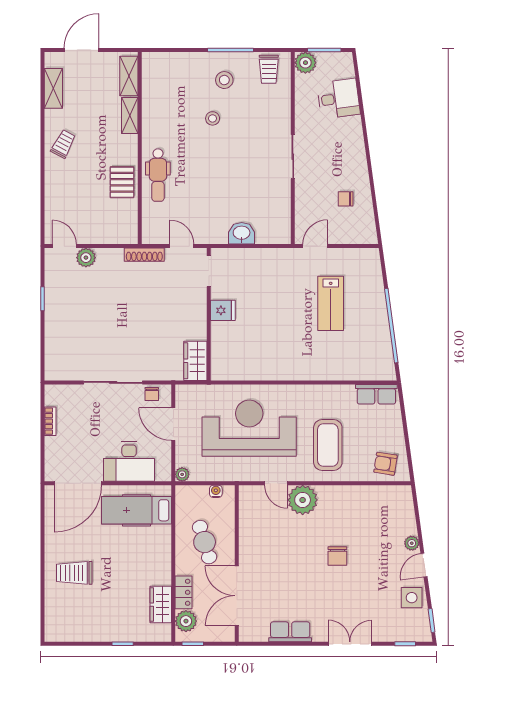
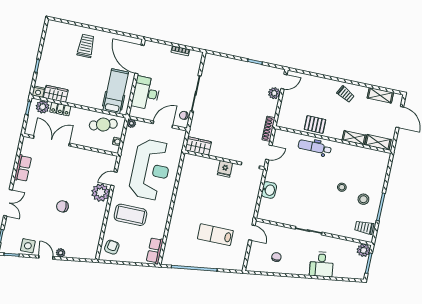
desk: (338, 99) -> (322, 264), moved
cafe table: (205, 542) -> (103, 125), moved
nightstand: (163, 633) -> (38, 92), added

